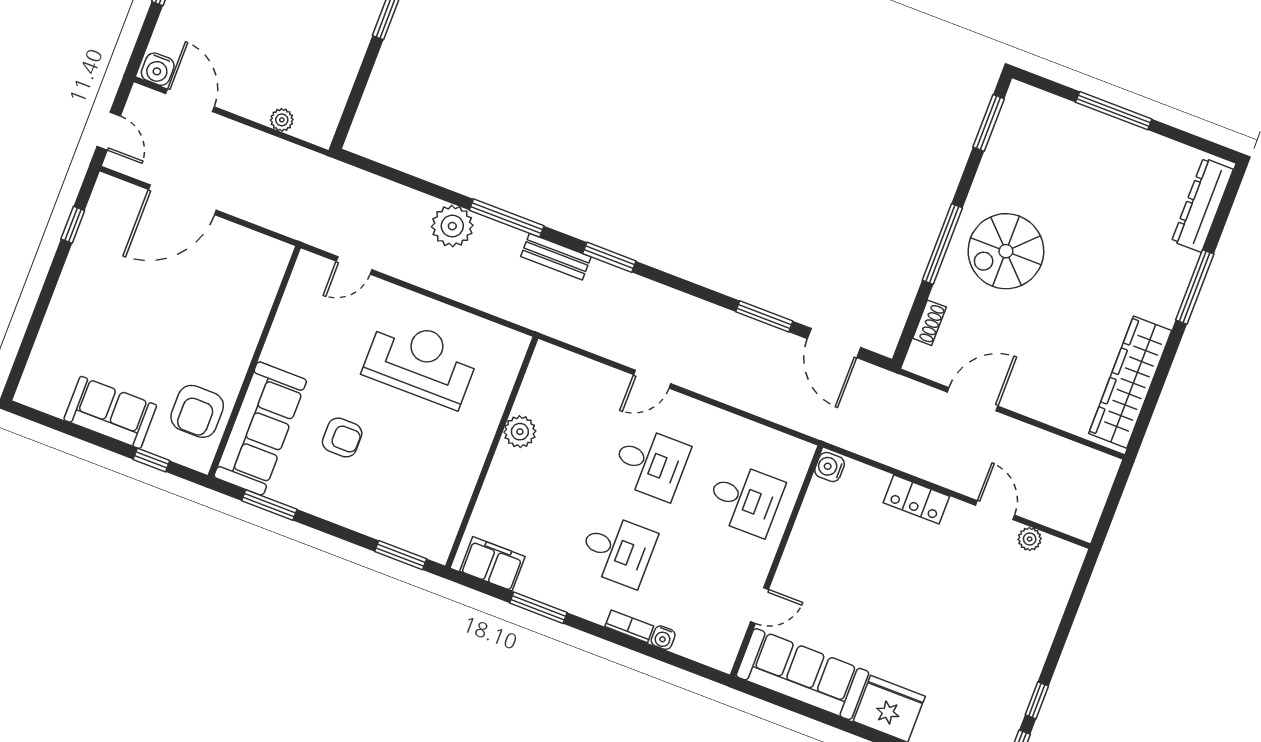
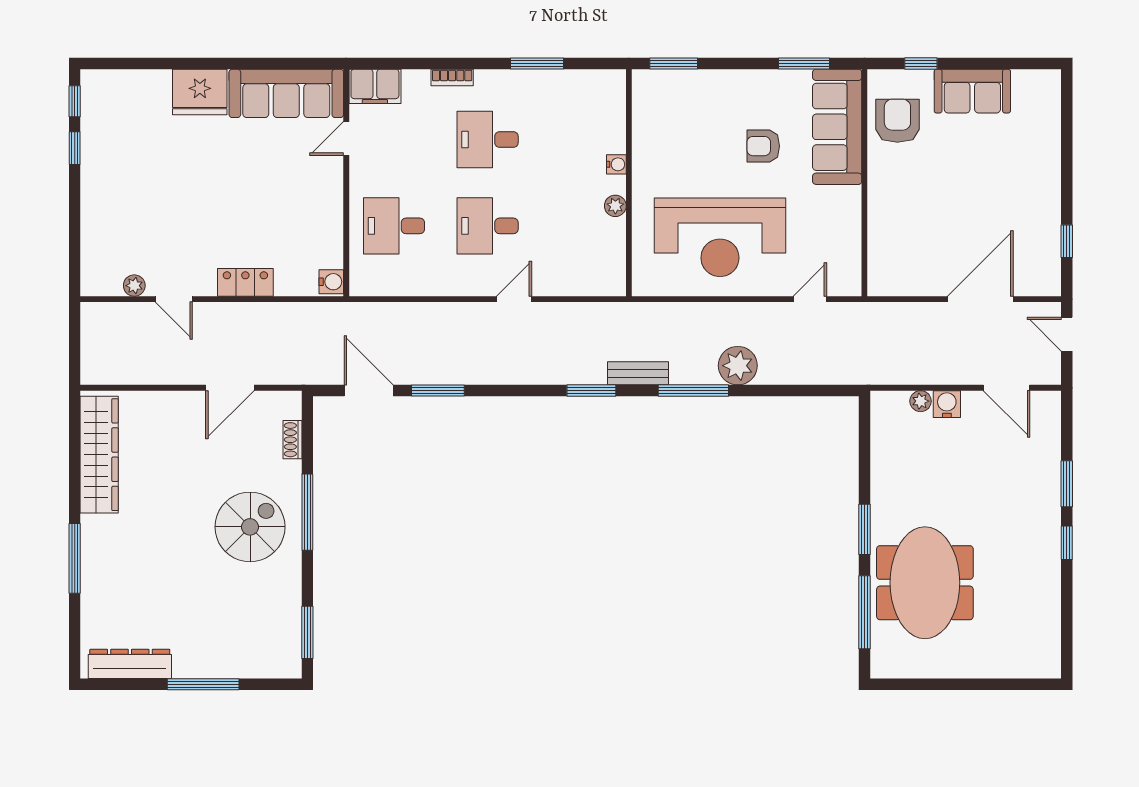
water cooler: (158, 69) -> (947, 404), moved
dresser: (1202, 205) -> (130, 664), moved, turned -90
reception desk: (421, 362) -> (720, 237), width x1.36, depth x1.30
plant: (520, 432) -> (615, 206), width x0.73, depth x0.73
filing cabinet: (492, 564) -> (375, 86), moved
water cooler: (663, 638) -> (616, 164), moved, turned 90

